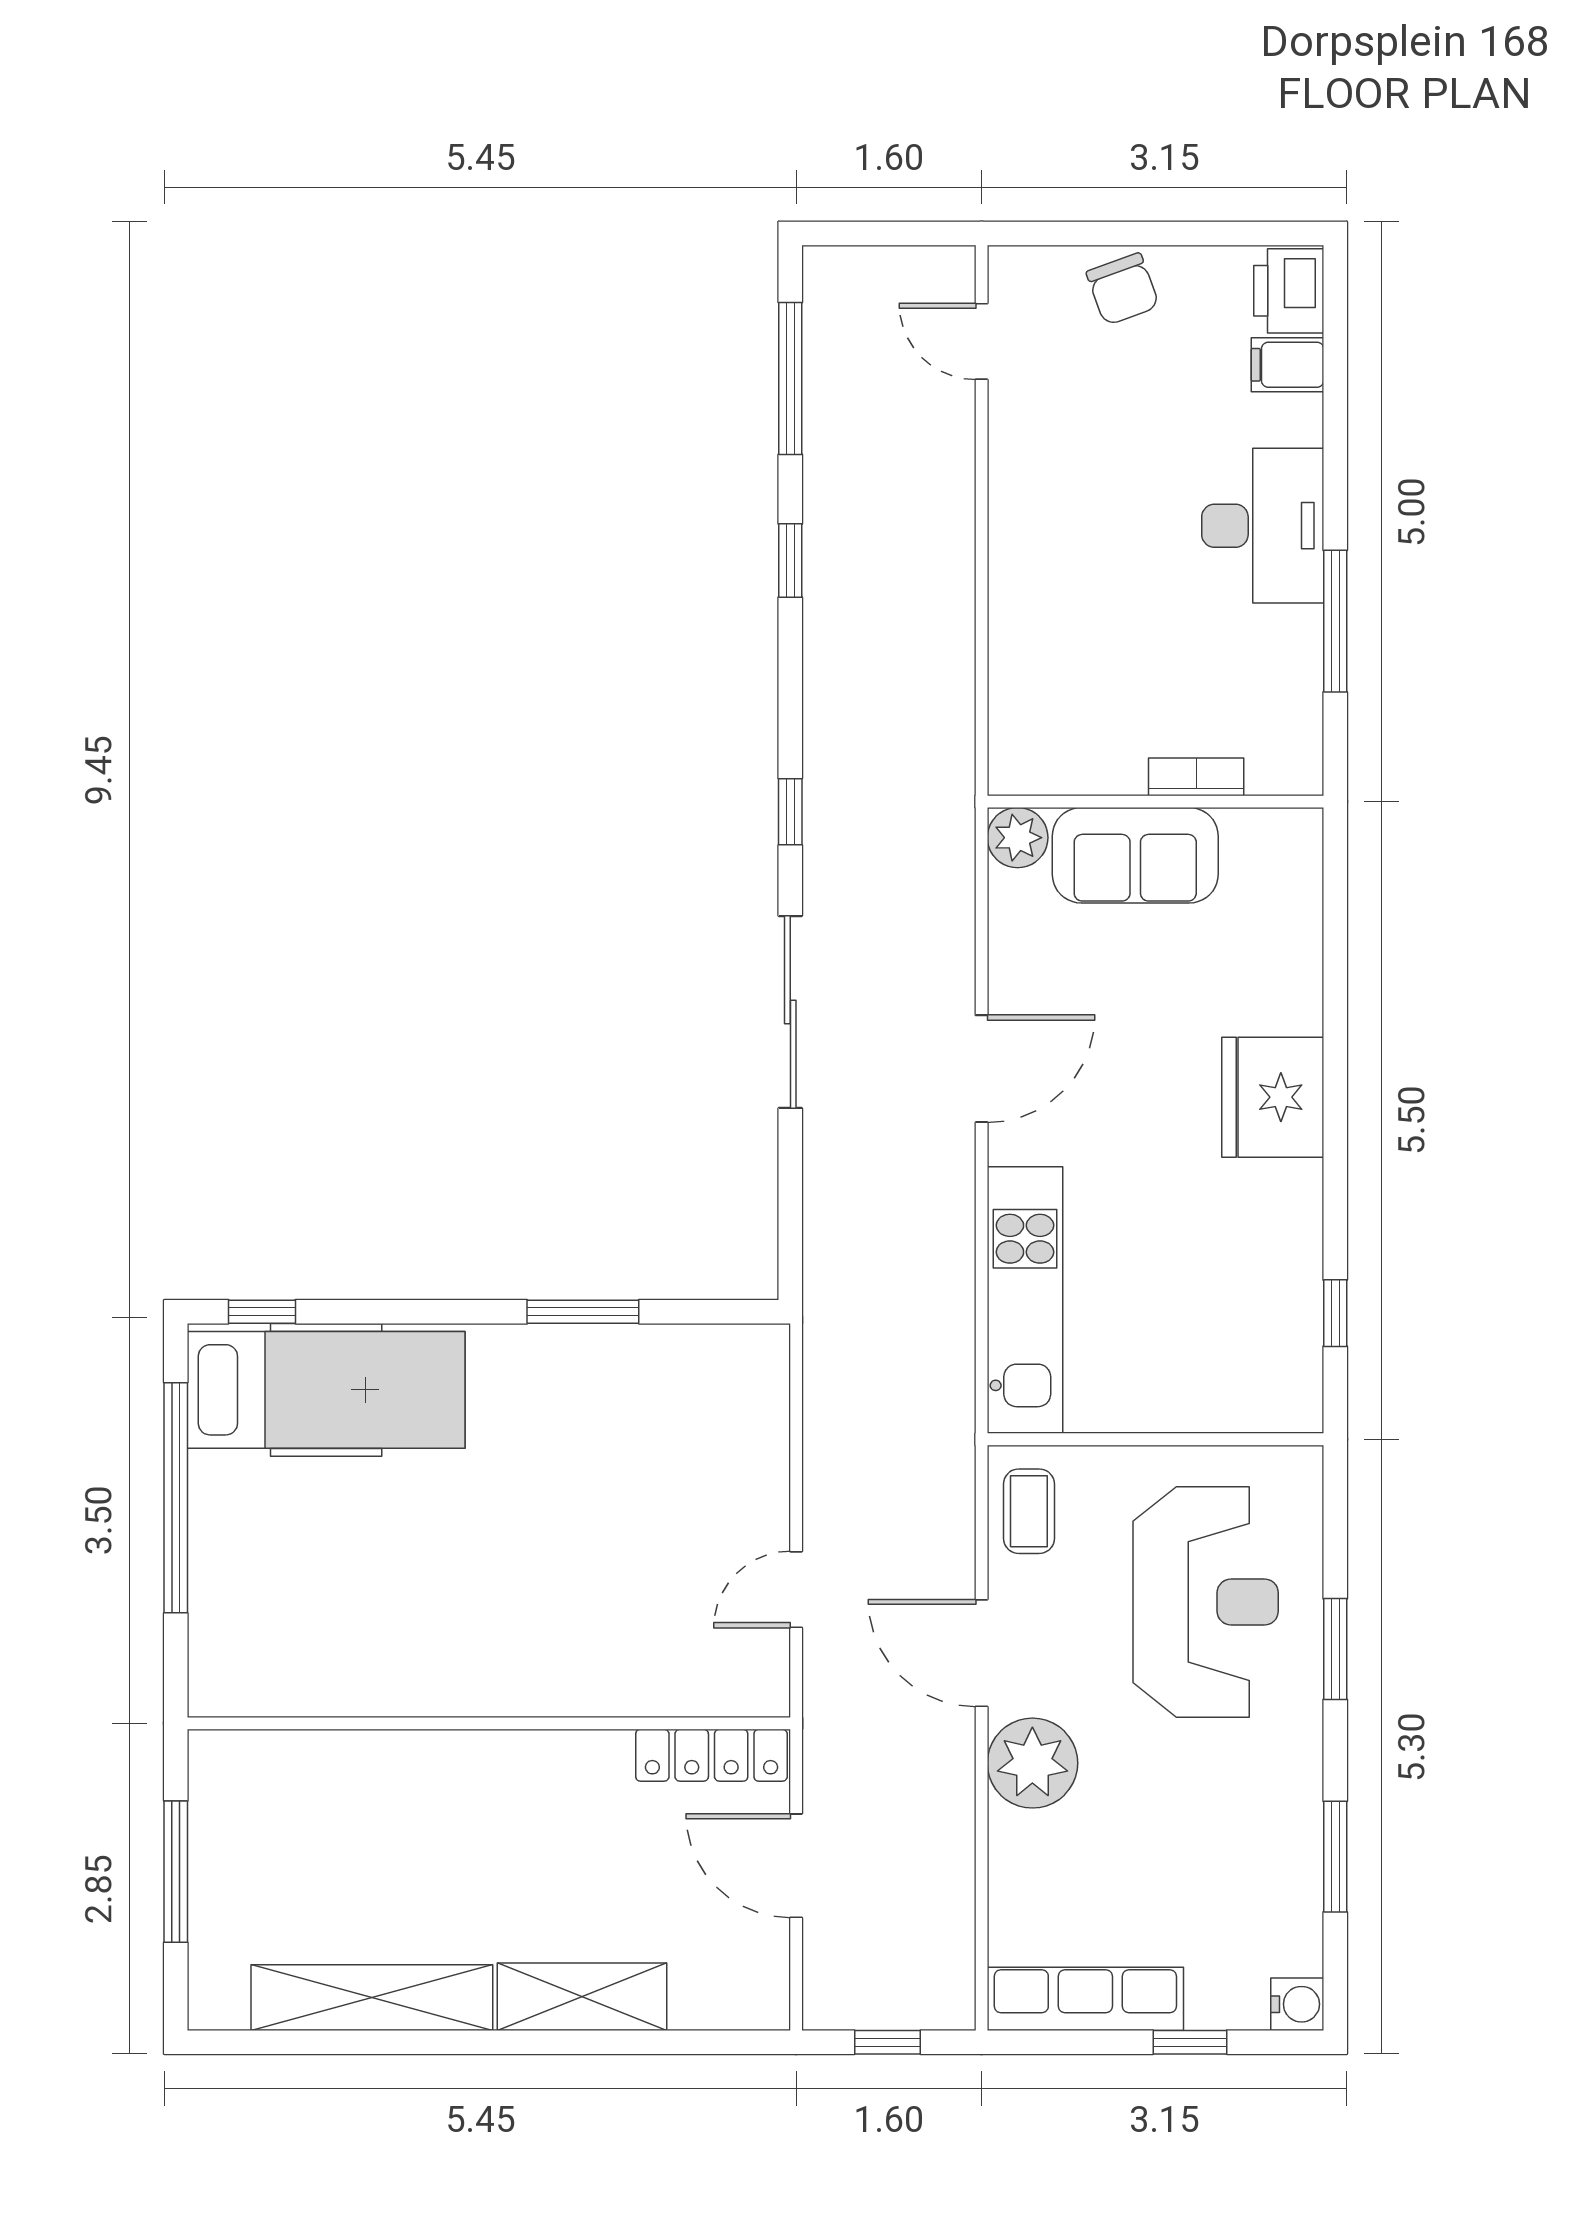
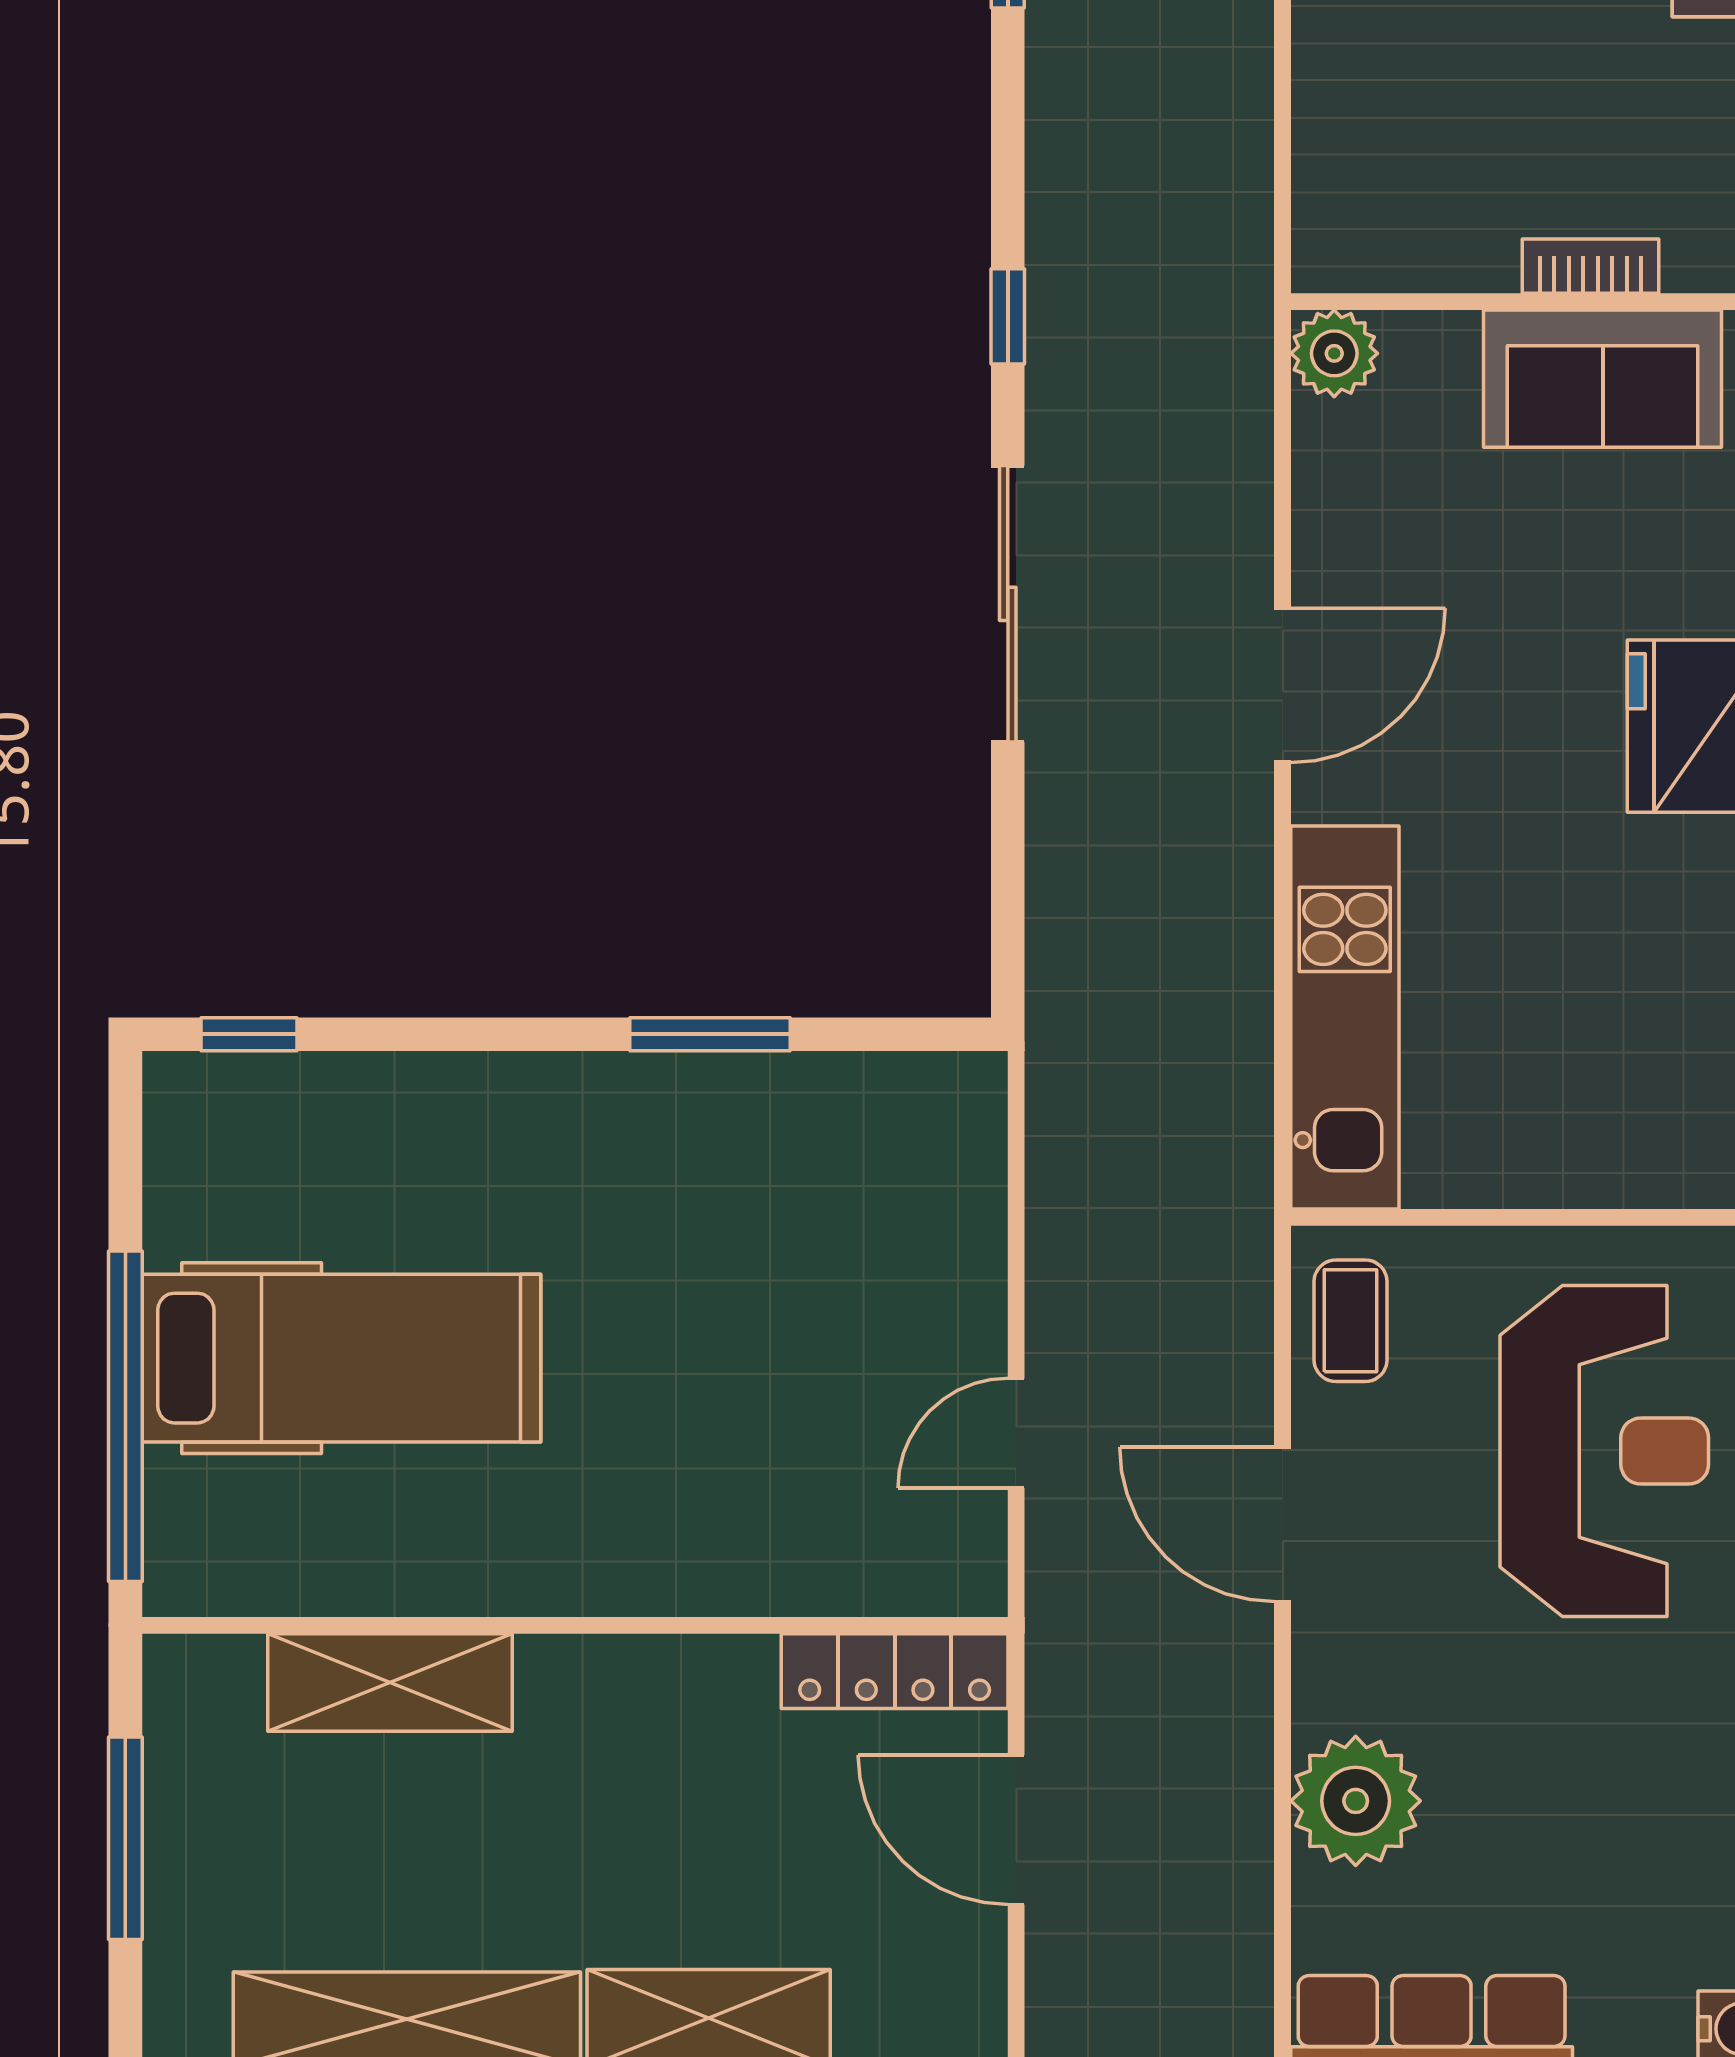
sofa: (1135, 855) -> (1603, 379), moved
hospital bed: (326, 1390) -> (341, 1358), moved
window: (176, 1498) -> (125, 1416), moved
shelving: (360, 1763) -> (390, 1682), added
plant: (1032, 1763) -> (1356, 1801), moved

